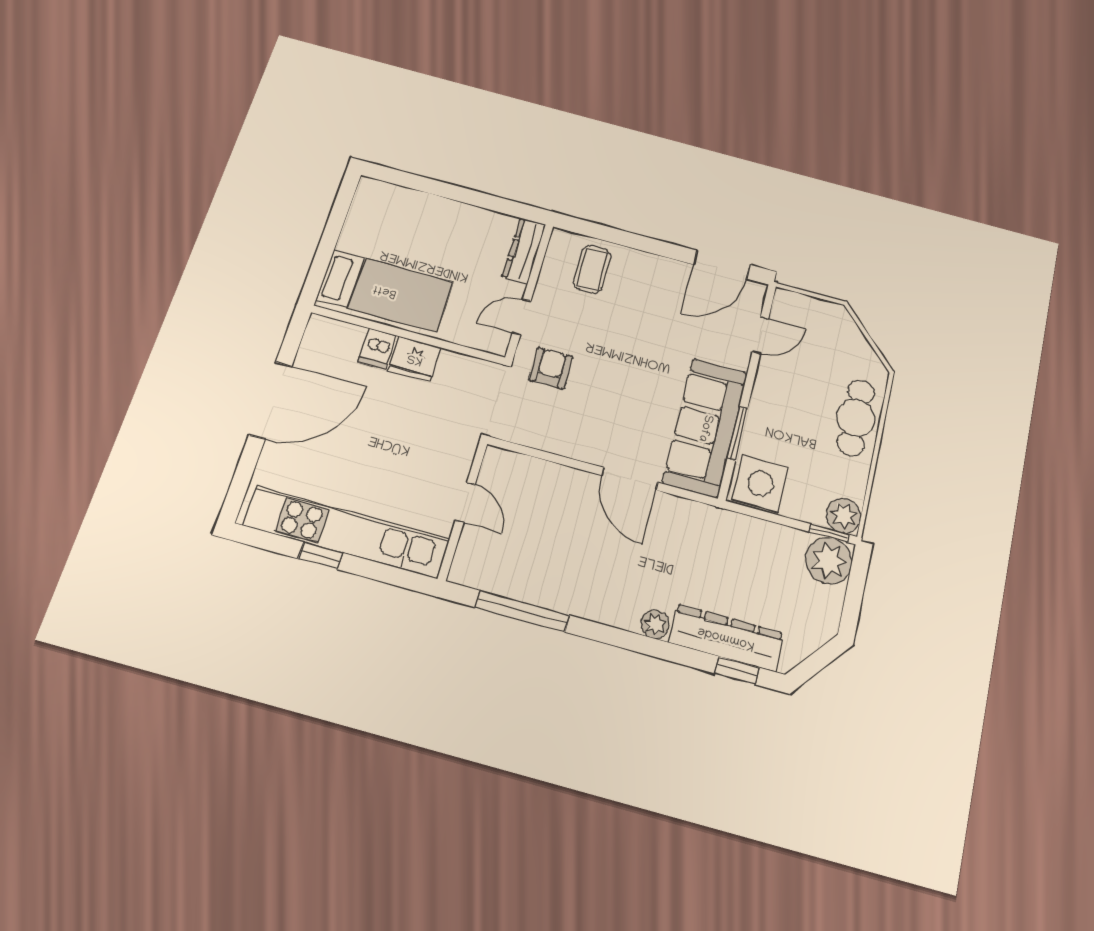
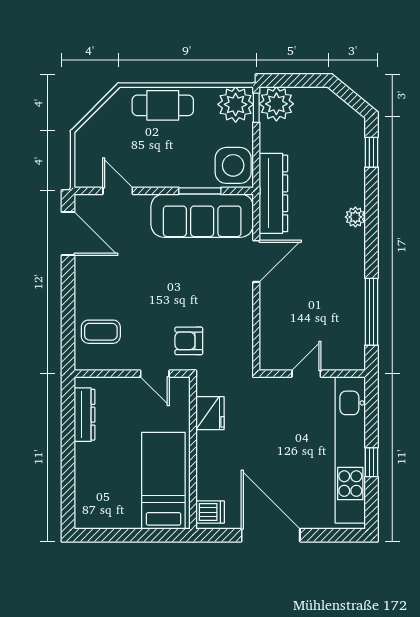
dresser: (524, 251) -> (85, 415), moved, turned -90
dishwasher: (377, 349) -> (210, 512), moved
fridge: (415, 359) -> (210, 413), moved
plant: (844, 516) -> (236, 104), width x1.36, depth x1.36
dresser: (726, 638) -> (273, 193), moved, turned 180

